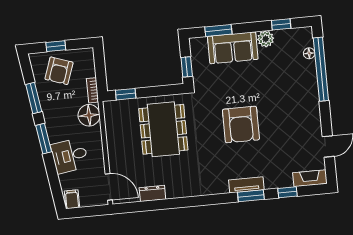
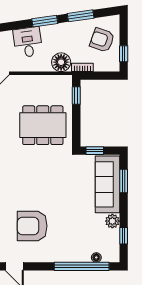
window: (56, 46) -> (124, 54), moved
sofa: (233, 48) -> (107, 184), width x1.36
armchair: (241, 125) -> (32, 226), moved

